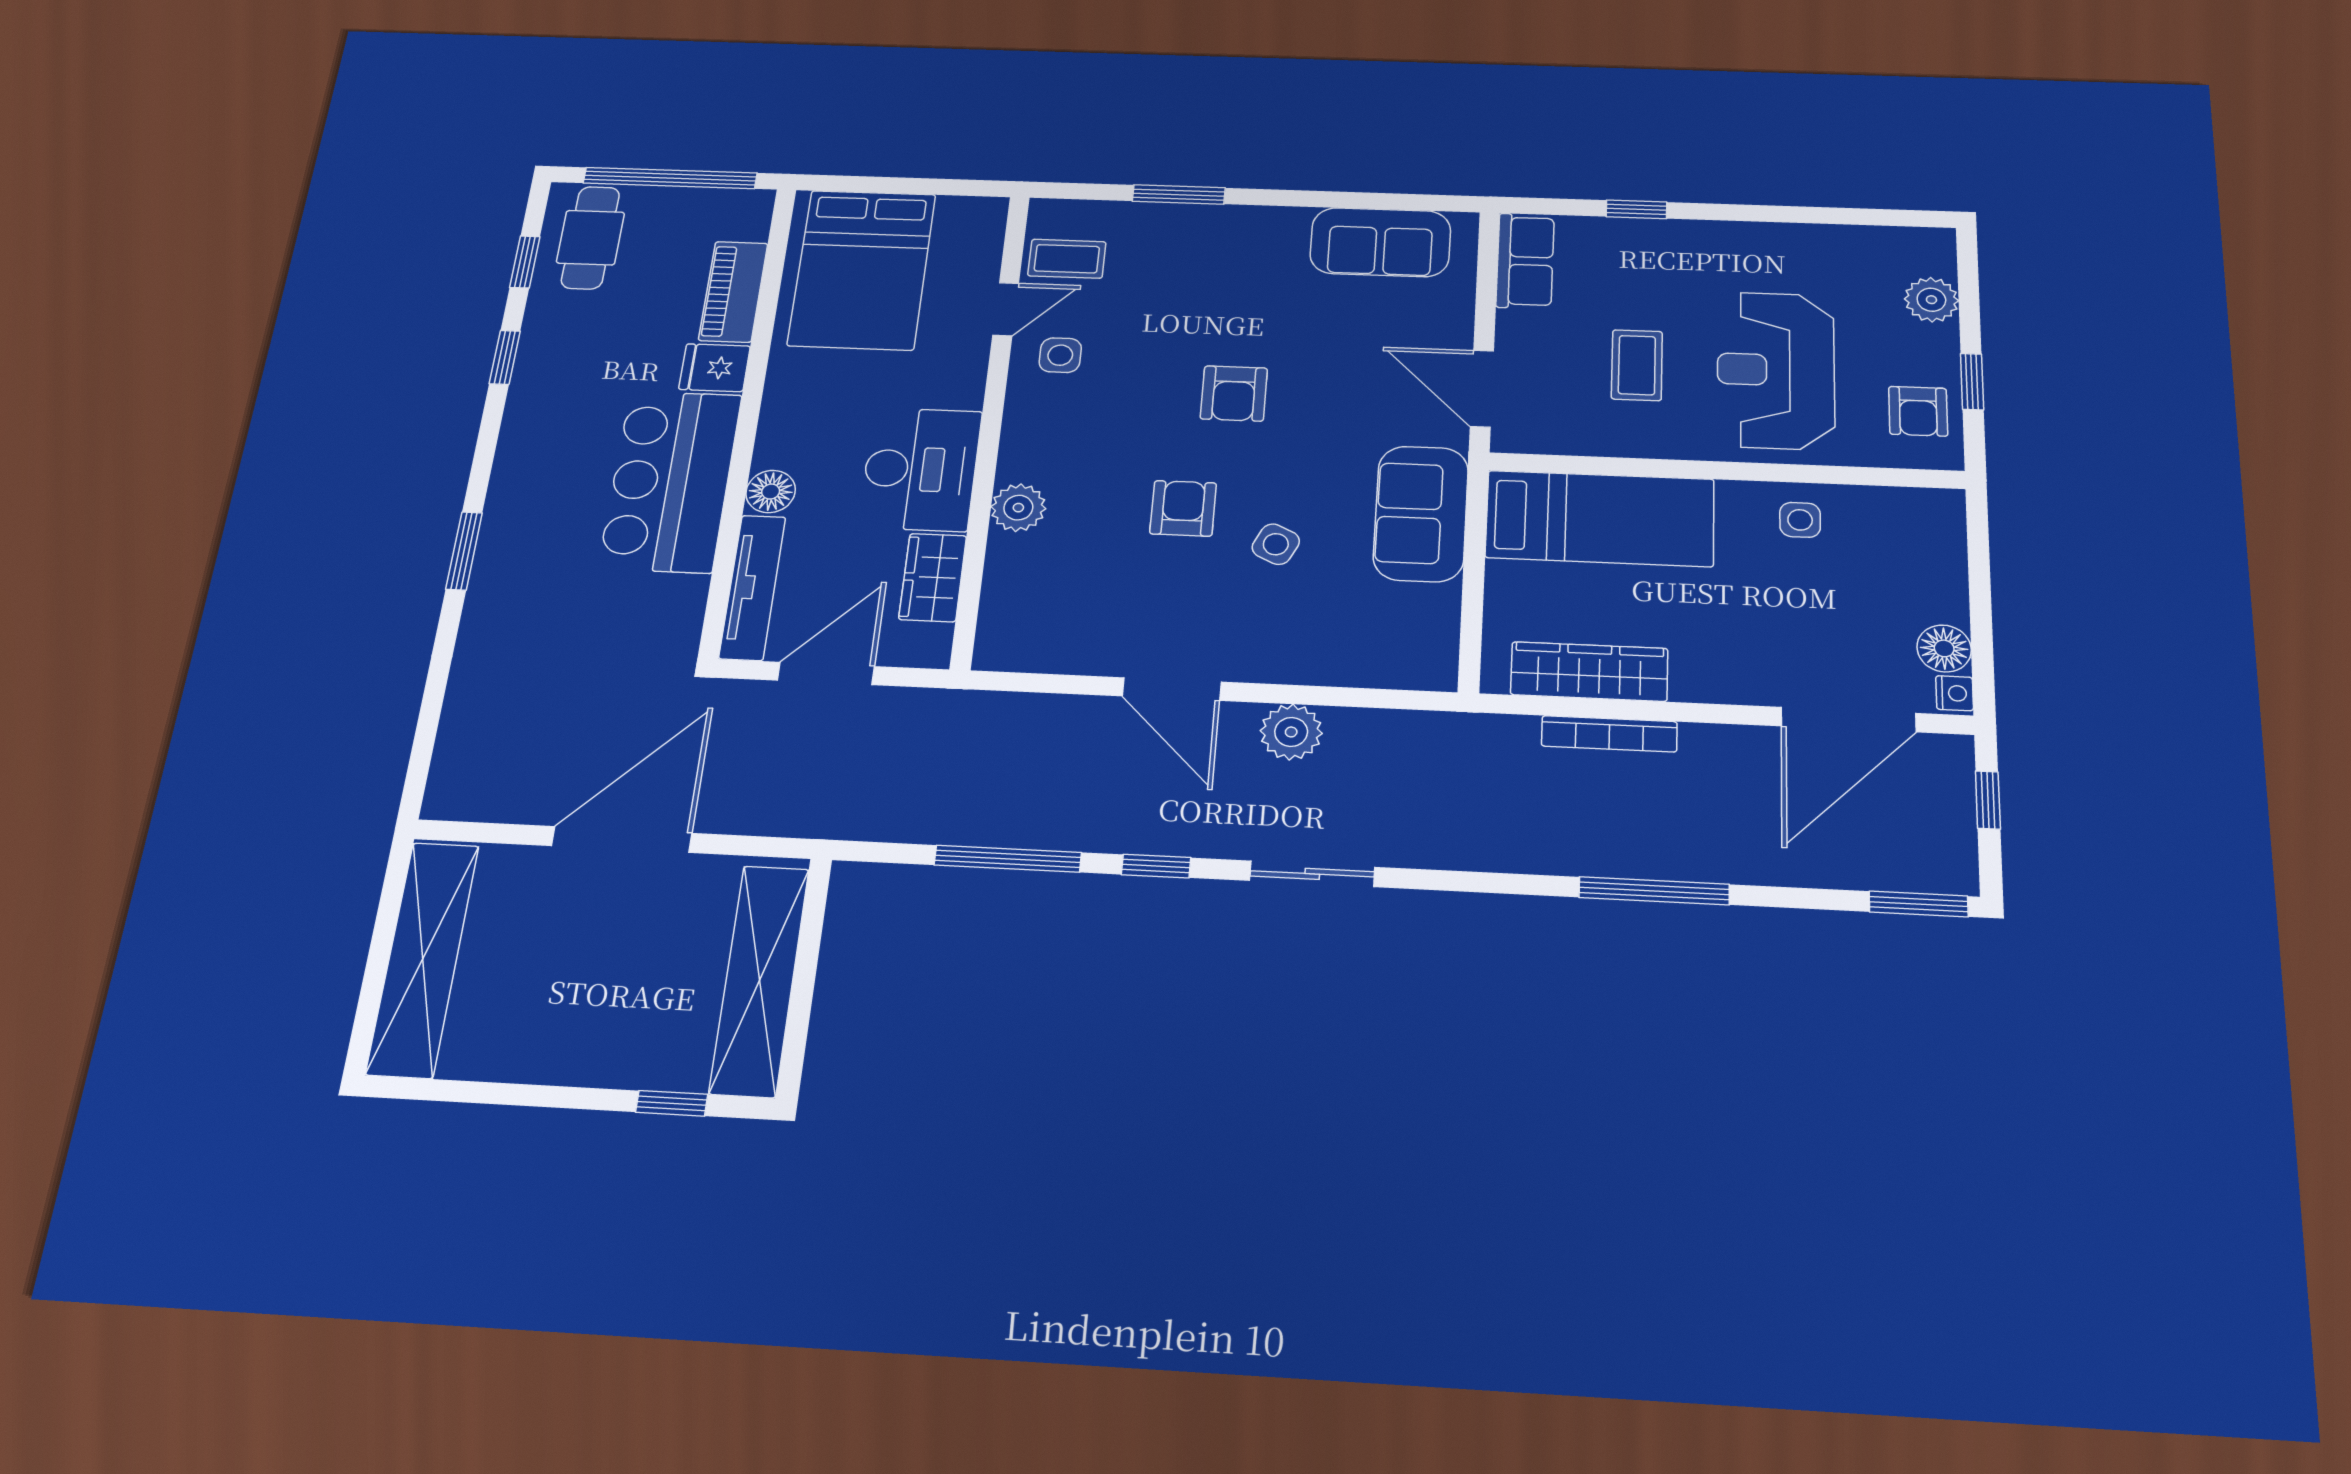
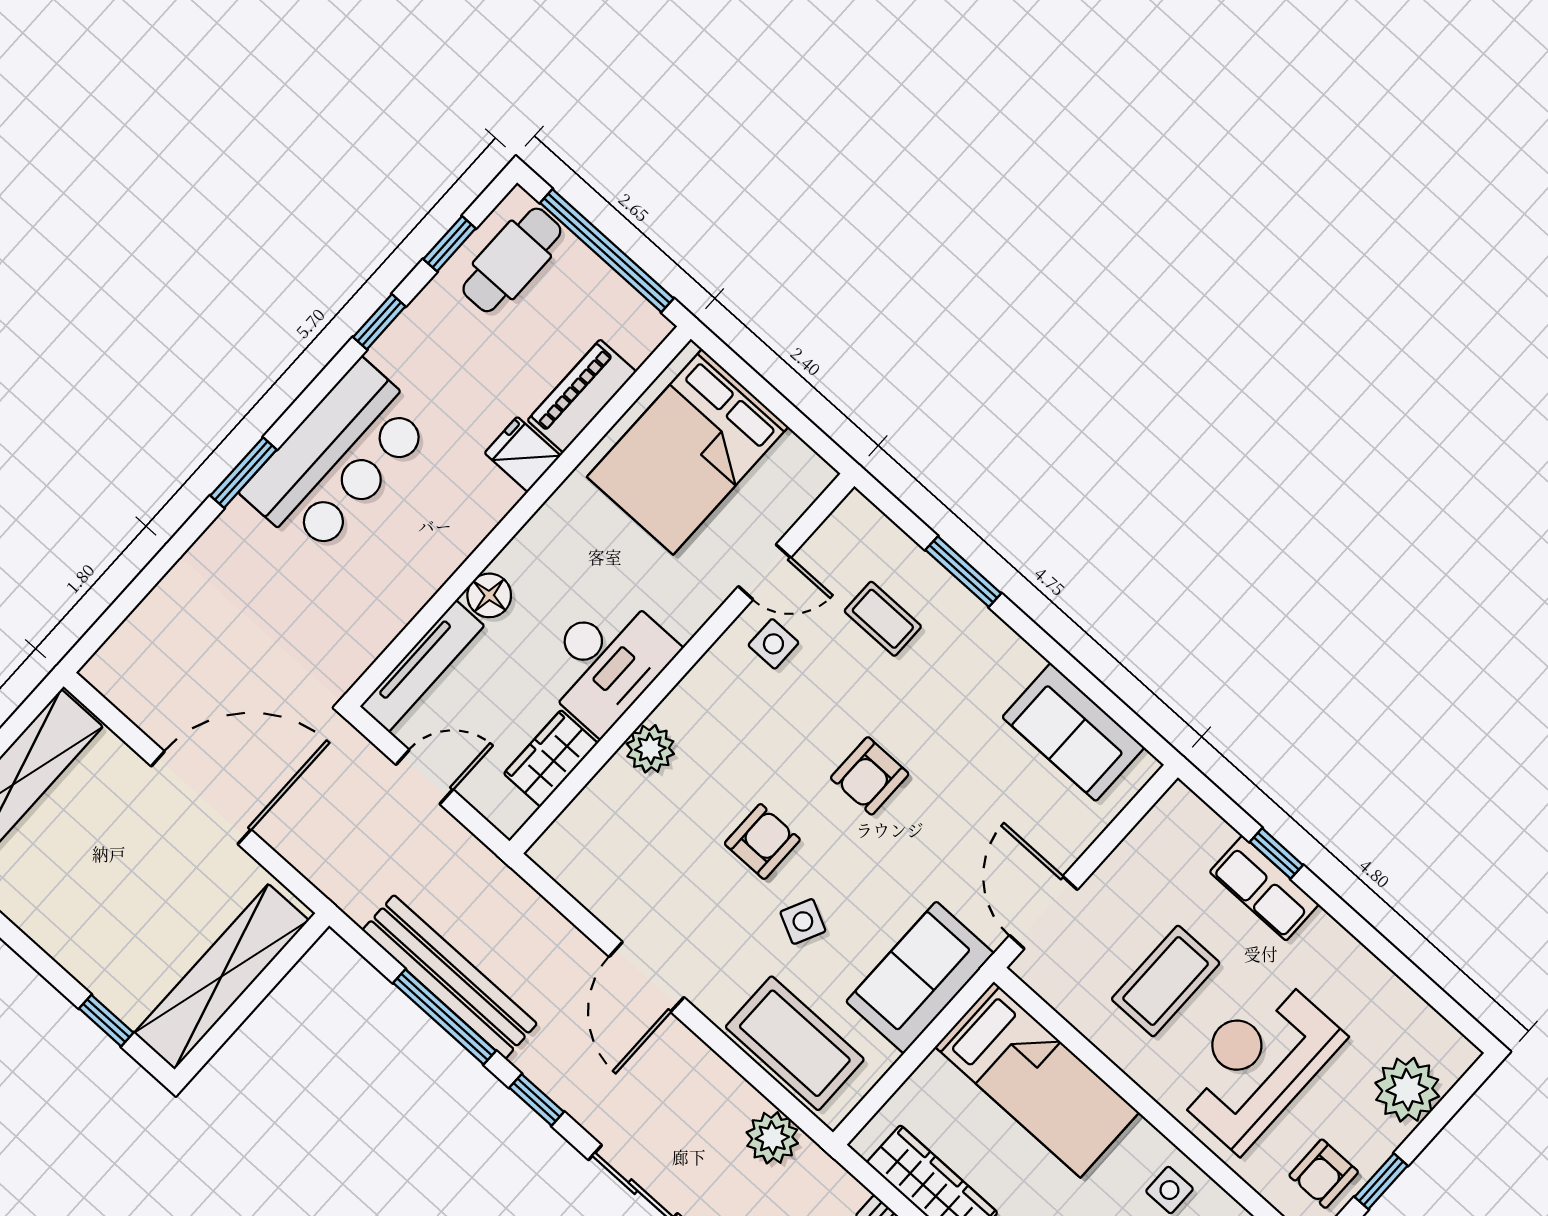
coffee table: (1067, 259) -> (883, 619), moved
row of seats: (1525, 261) -> (1264, 888), moved, turned 90
plant: (1931, 300) -> (1407, 1090), width x1.36, depth x1.36
coffee table: (1637, 365) -> (1166, 981), width x1.36, depth x1.30
bar counter: (671, 481) -> (338, 458), moved, turned 180
coffee table: (1356, 645) -> (795, 1043), added
door: (826, 673) -> (425, 777), width x0.73
plant: (1291, 732) -> (772, 1138), moved
bench: (985, 821) -> (450, 977), added

